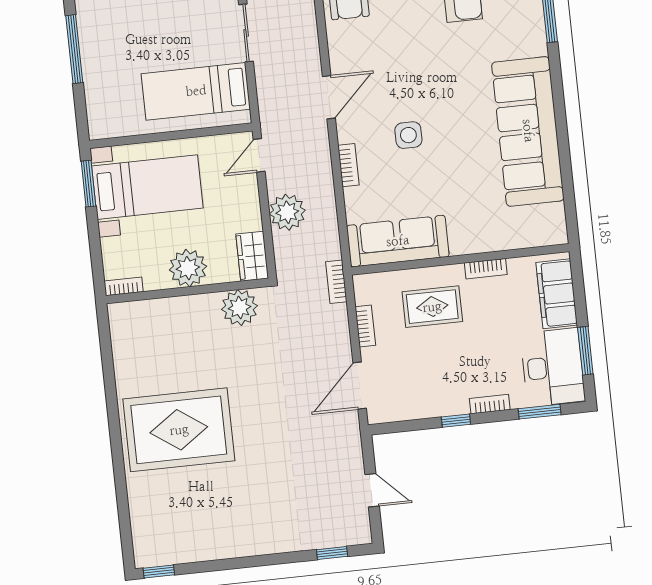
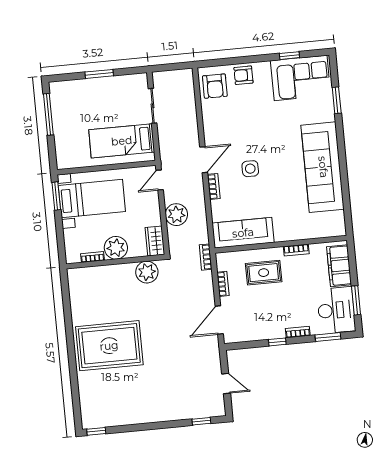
door: (329, 97) -> (204, 160), moved
bookcase: (124, 286) -> (92, 257), moved

